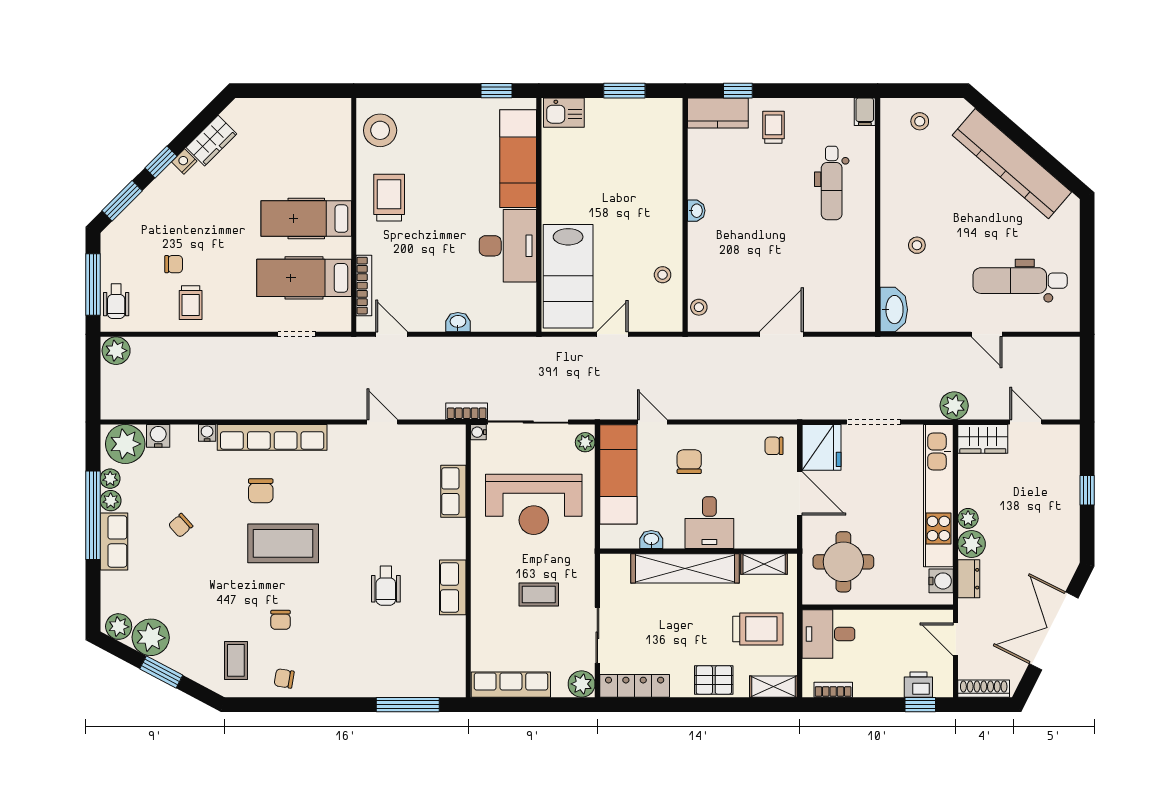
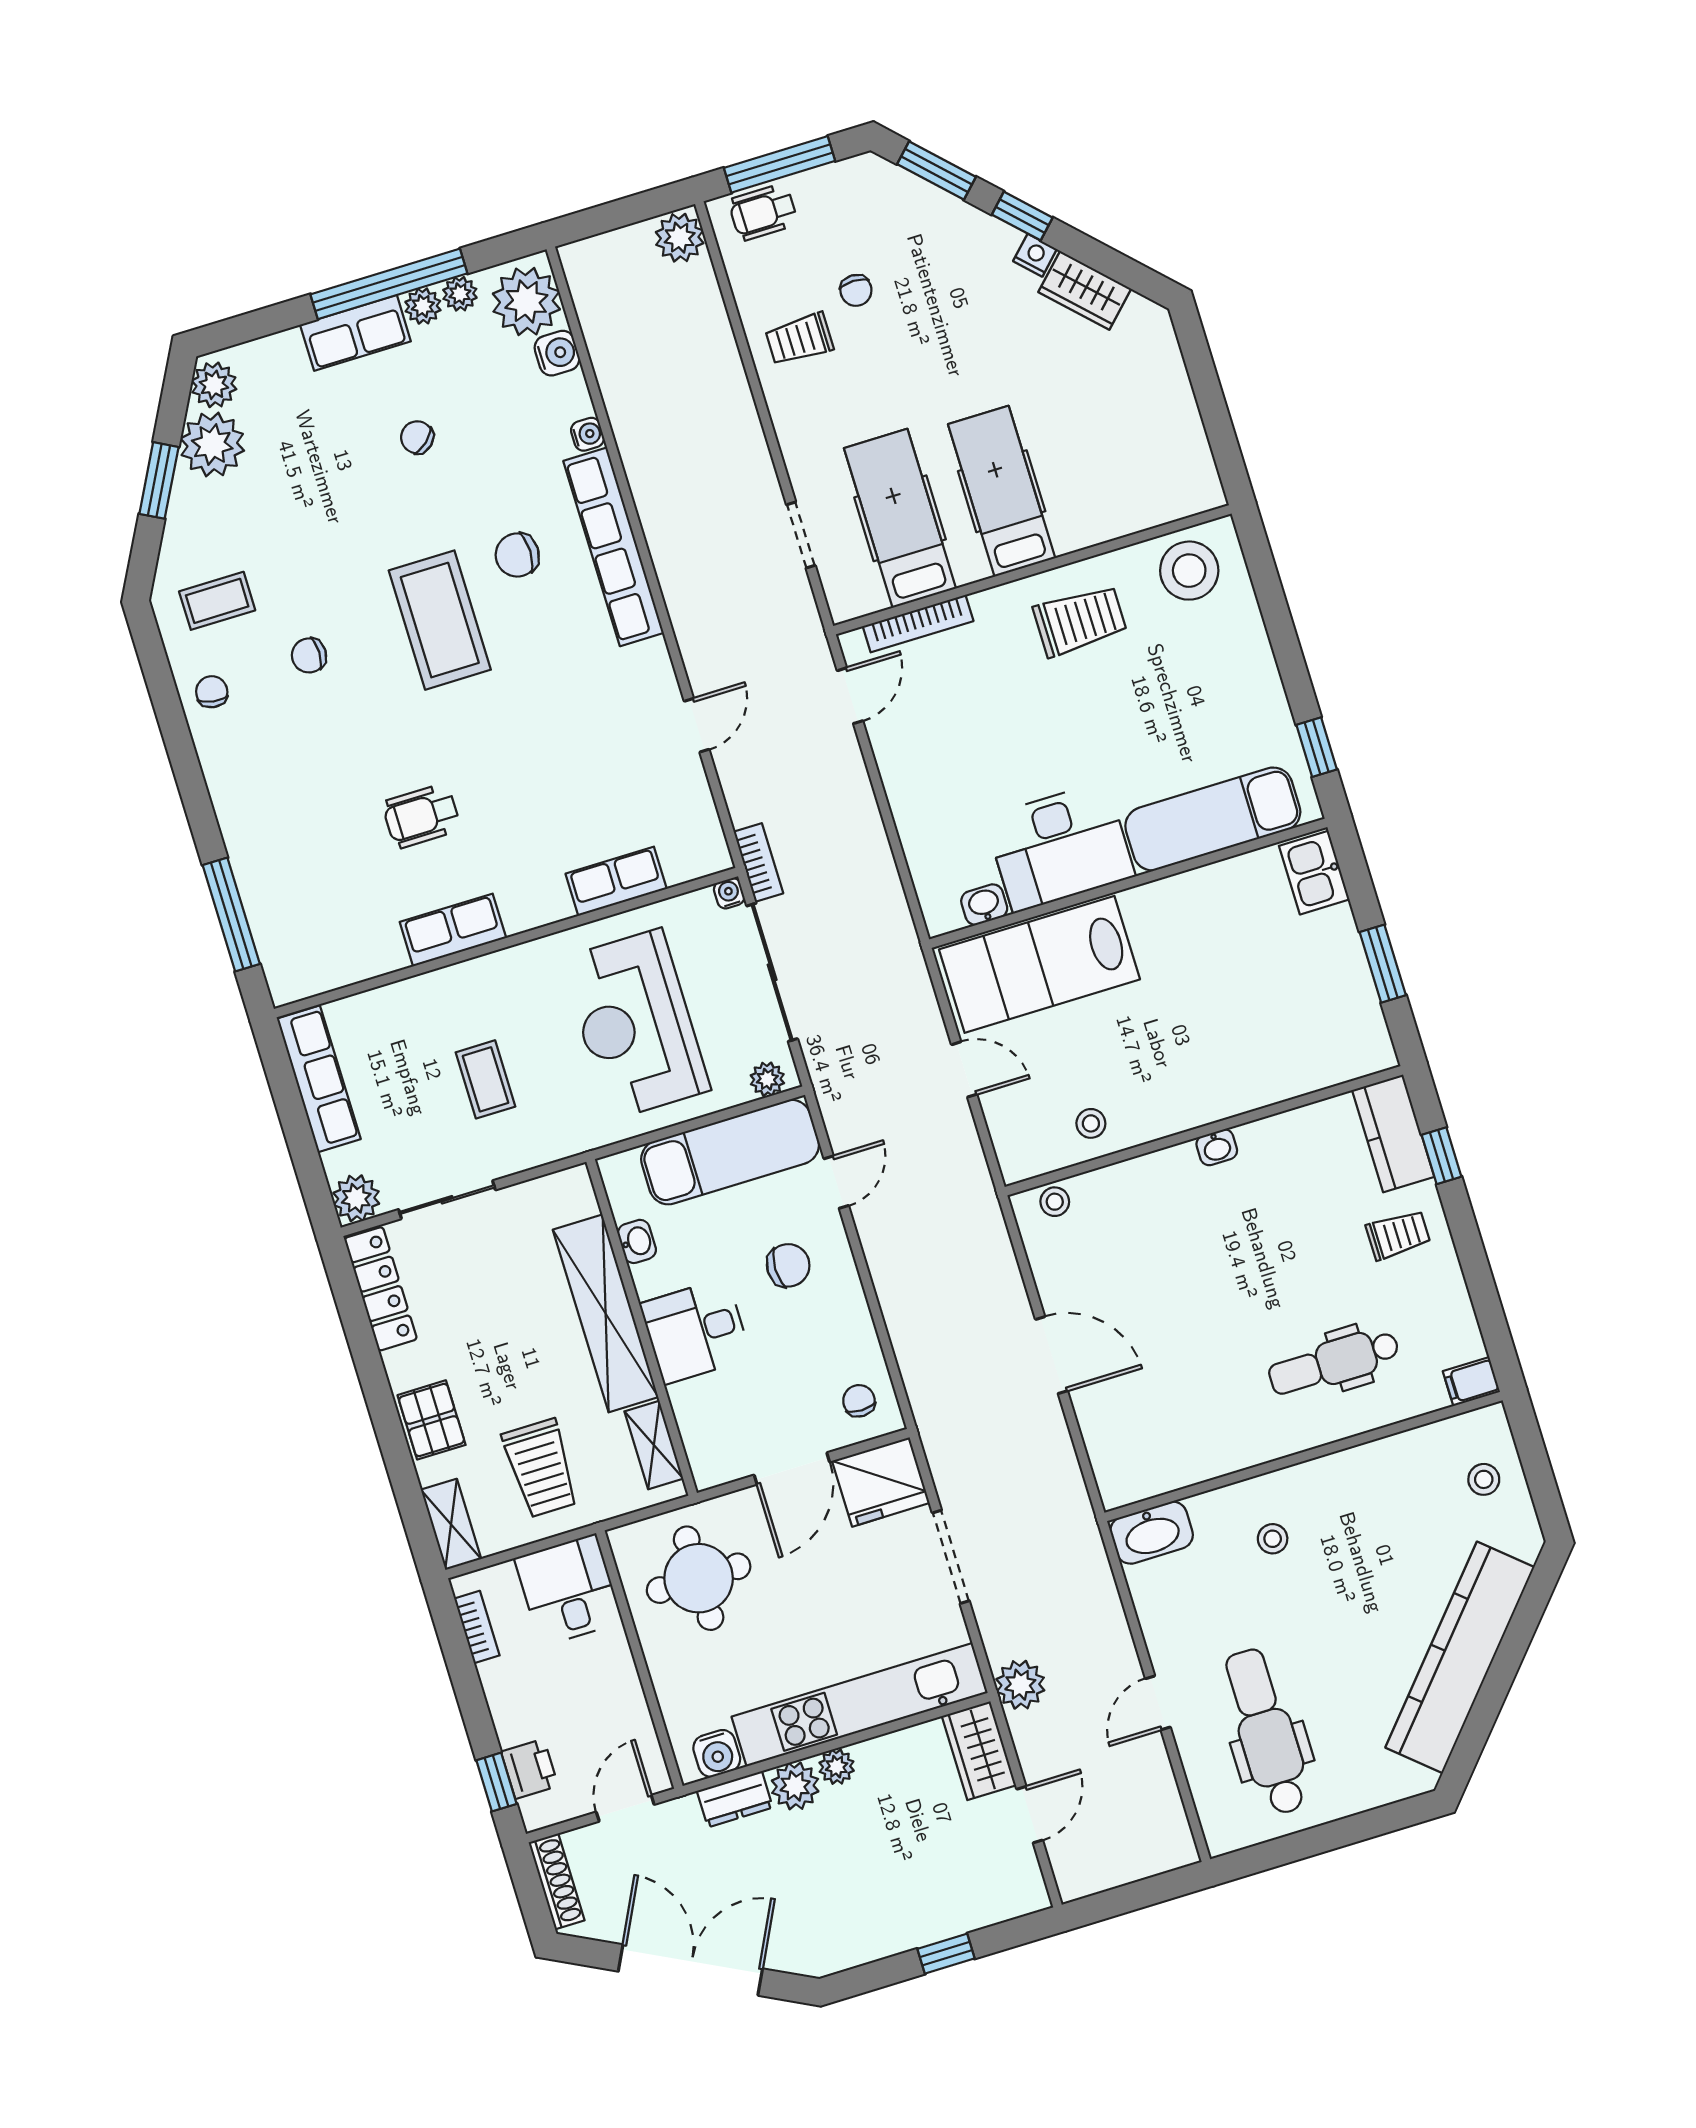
washbasin: (458, 322) -> (984, 905), moved, turned -90

